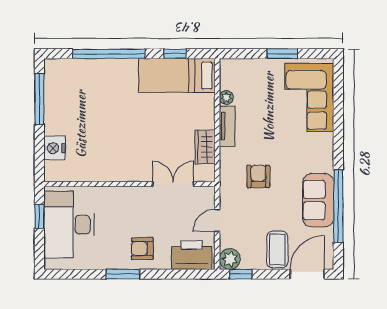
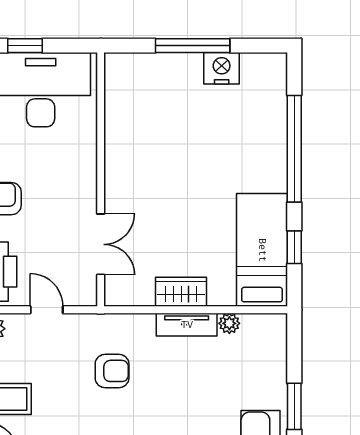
window: (39, 99) -> (193, 46), moved
wardrobe: (205, 147) -> (181, 292), moved
nightstand: (55, 148) -> (222, 68), moved
window: (39, 216) -> (25, 46), moved

